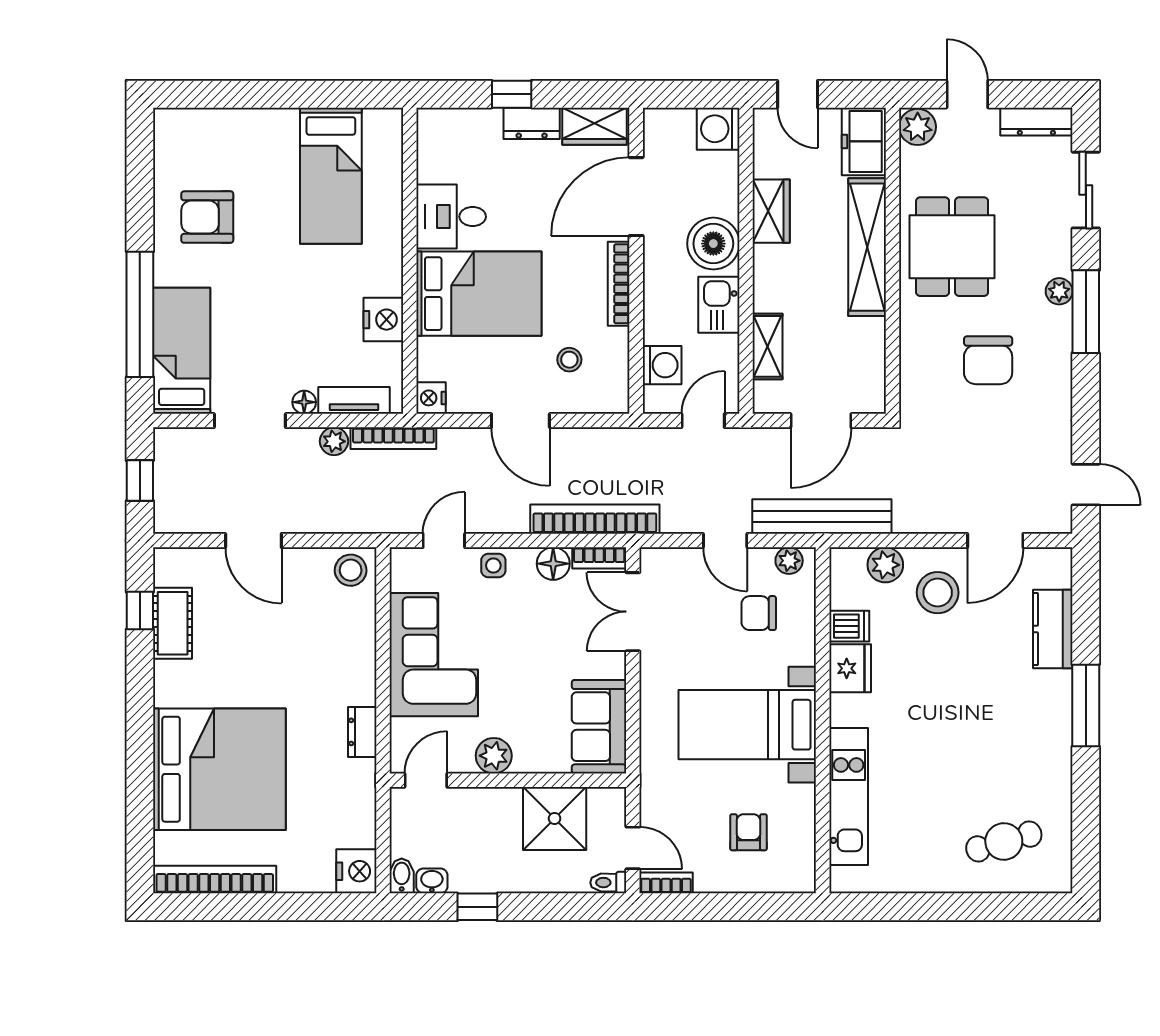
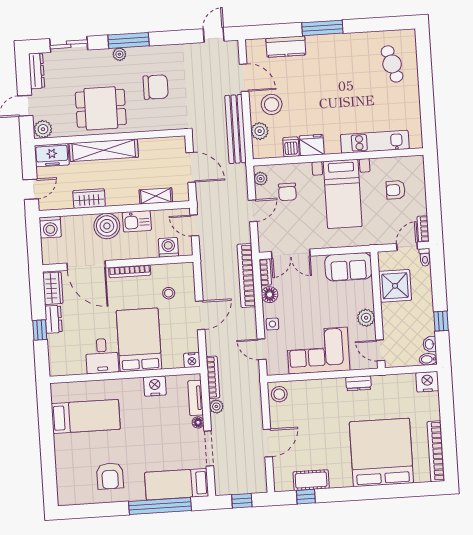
bench: (822, 517) -> (236, 129), moved

